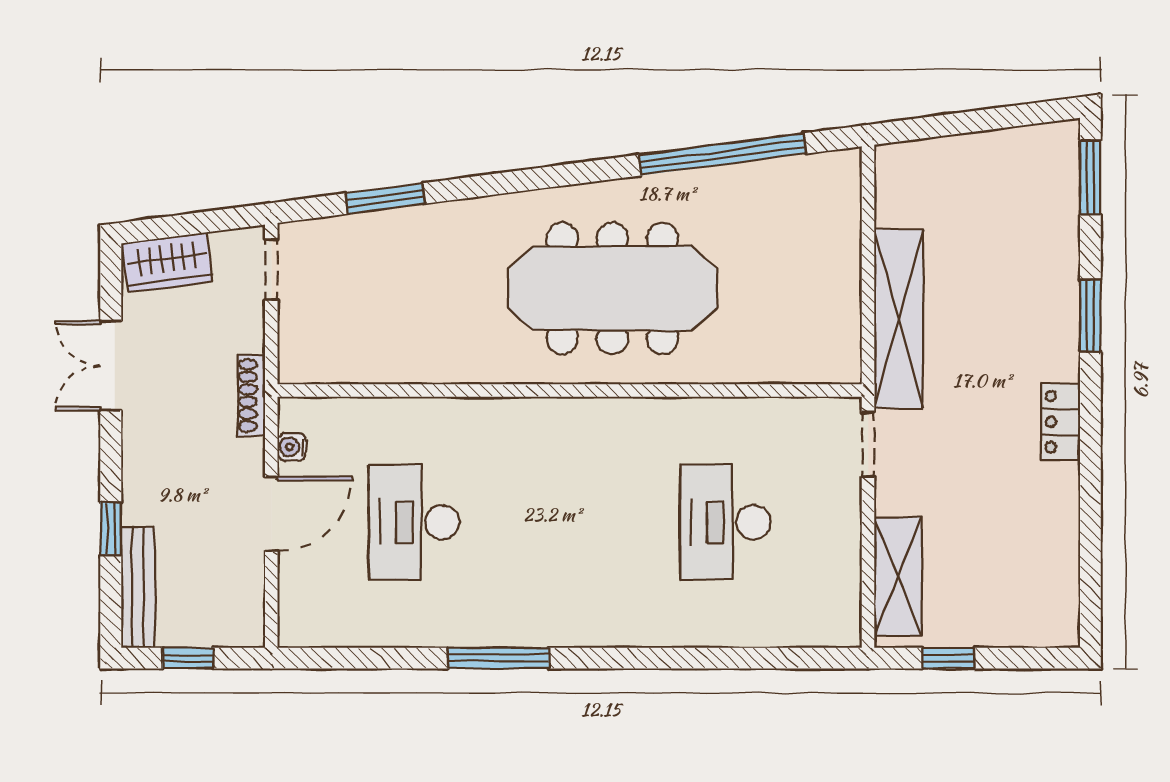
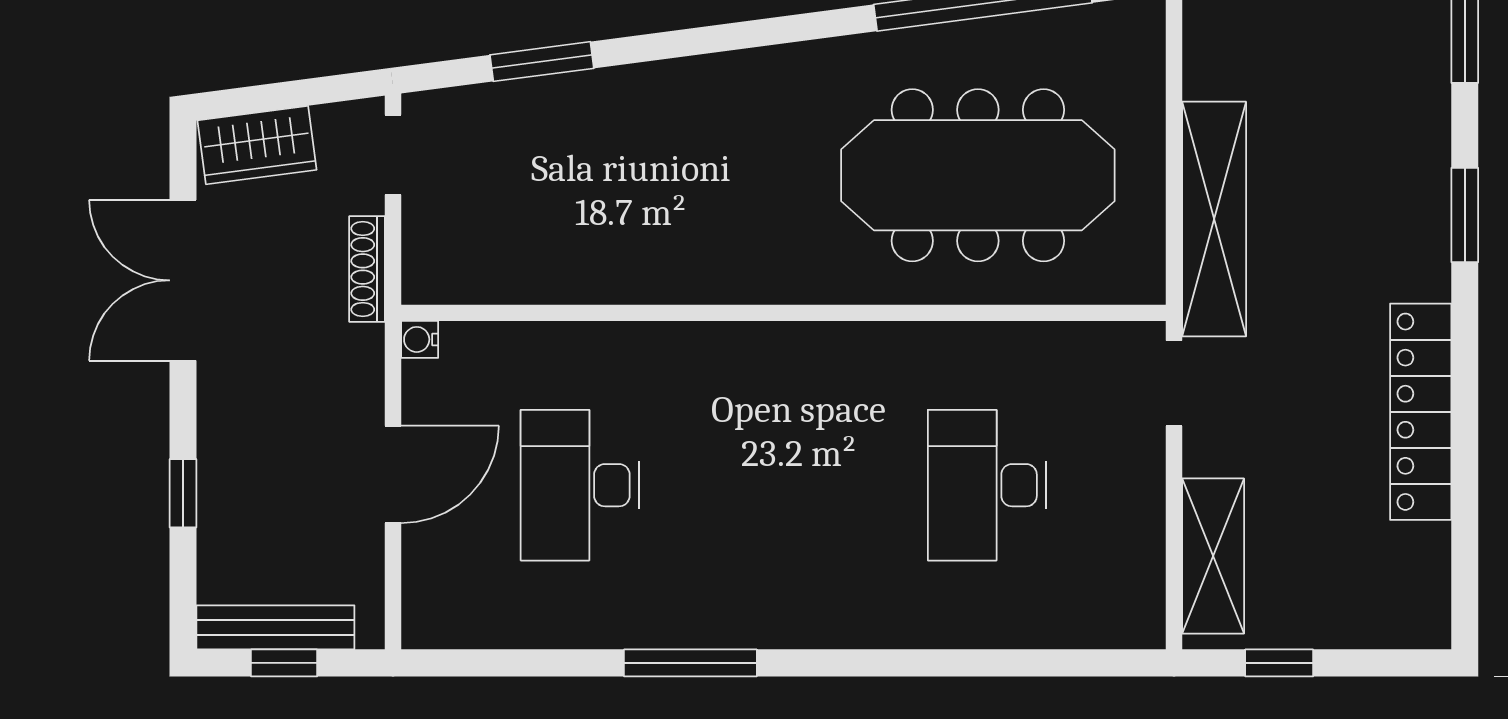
meeting table: (612, 288) -> (978, 175), moved
double door: (111, 366) -> (183, 280), width x1.37
shoe rack: (251, 395) -> (367, 269), moved
locker: (1061, 422) -> (1421, 412), width x2.16, depth x1.21
water cooler: (292, 447) -> (420, 339), moved
bench: (138, 587) -> (275, 627), moved, turned 90

